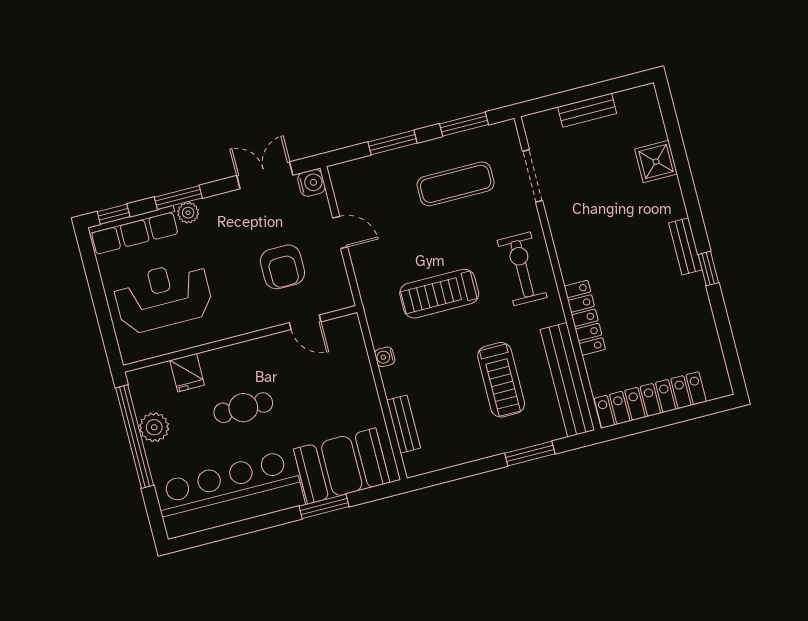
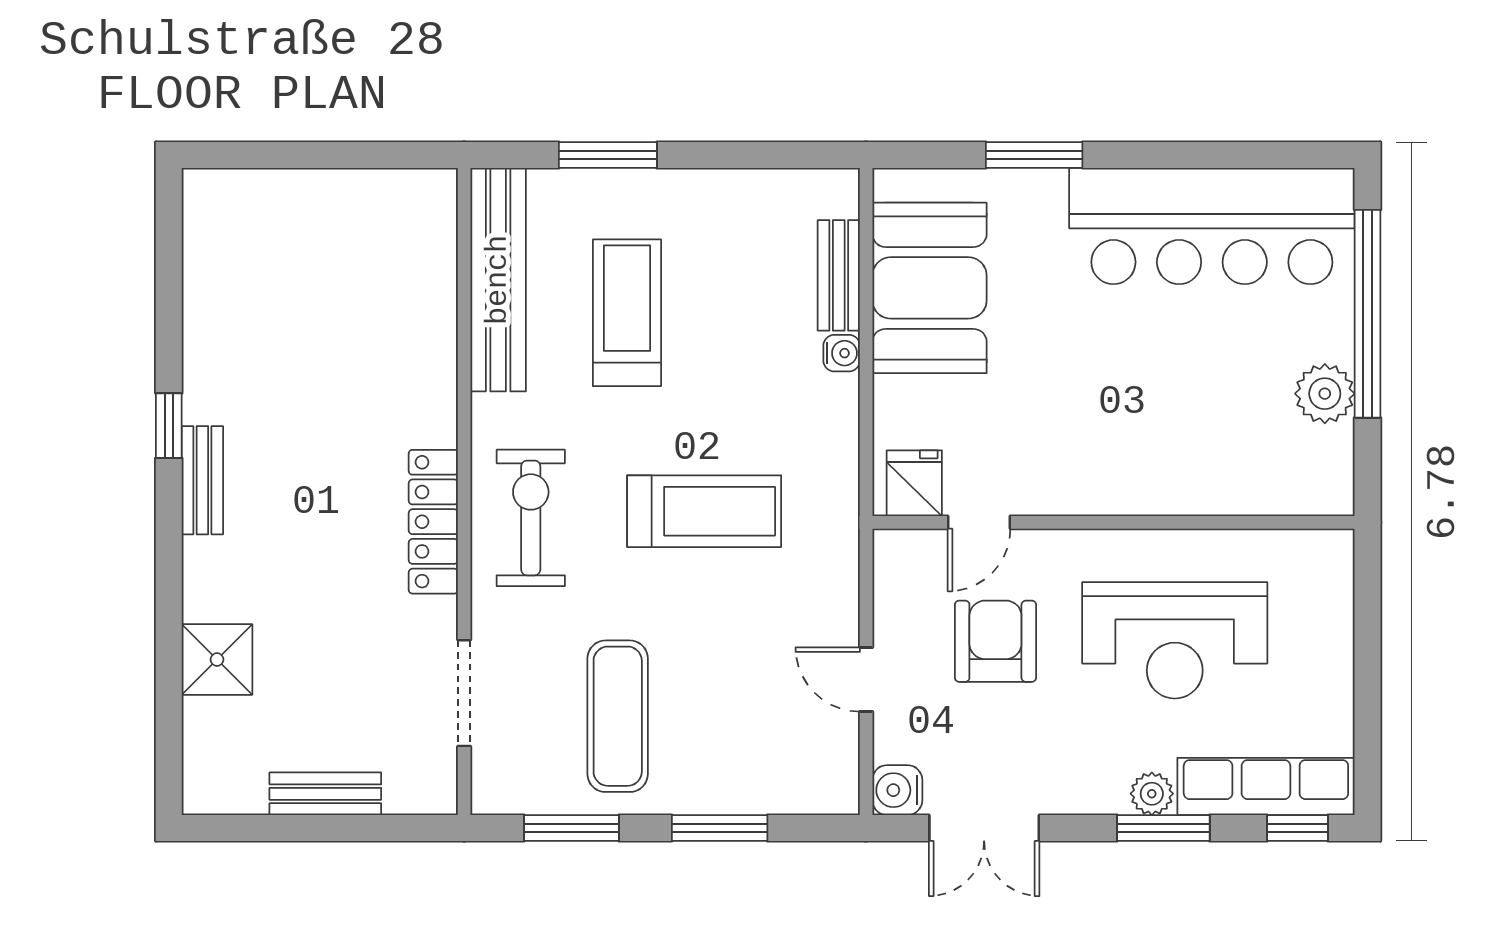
exercise mat: (456, 184) -> (618, 716), turned 90
exercise bike: (522, 269) -> (531, 518), turned 180
reception desk: (163, 297) -> (1175, 640), moved
locker: (585, 318) -> (433, 522), moved
door: (305, 322) -> (979, 522), swing flipped
water cooler: (385, 357) -> (842, 353), moved
fridge: (187, 373) -> (914, 483), moved
locker: (650, 400) -> (347, 199), removed
cafe table: (243, 408) -> (1142, 387), removed
window: (135, 437) -> (1368, 314), moved
booth: (342, 466) -> (929, 288), moved, turned 90

